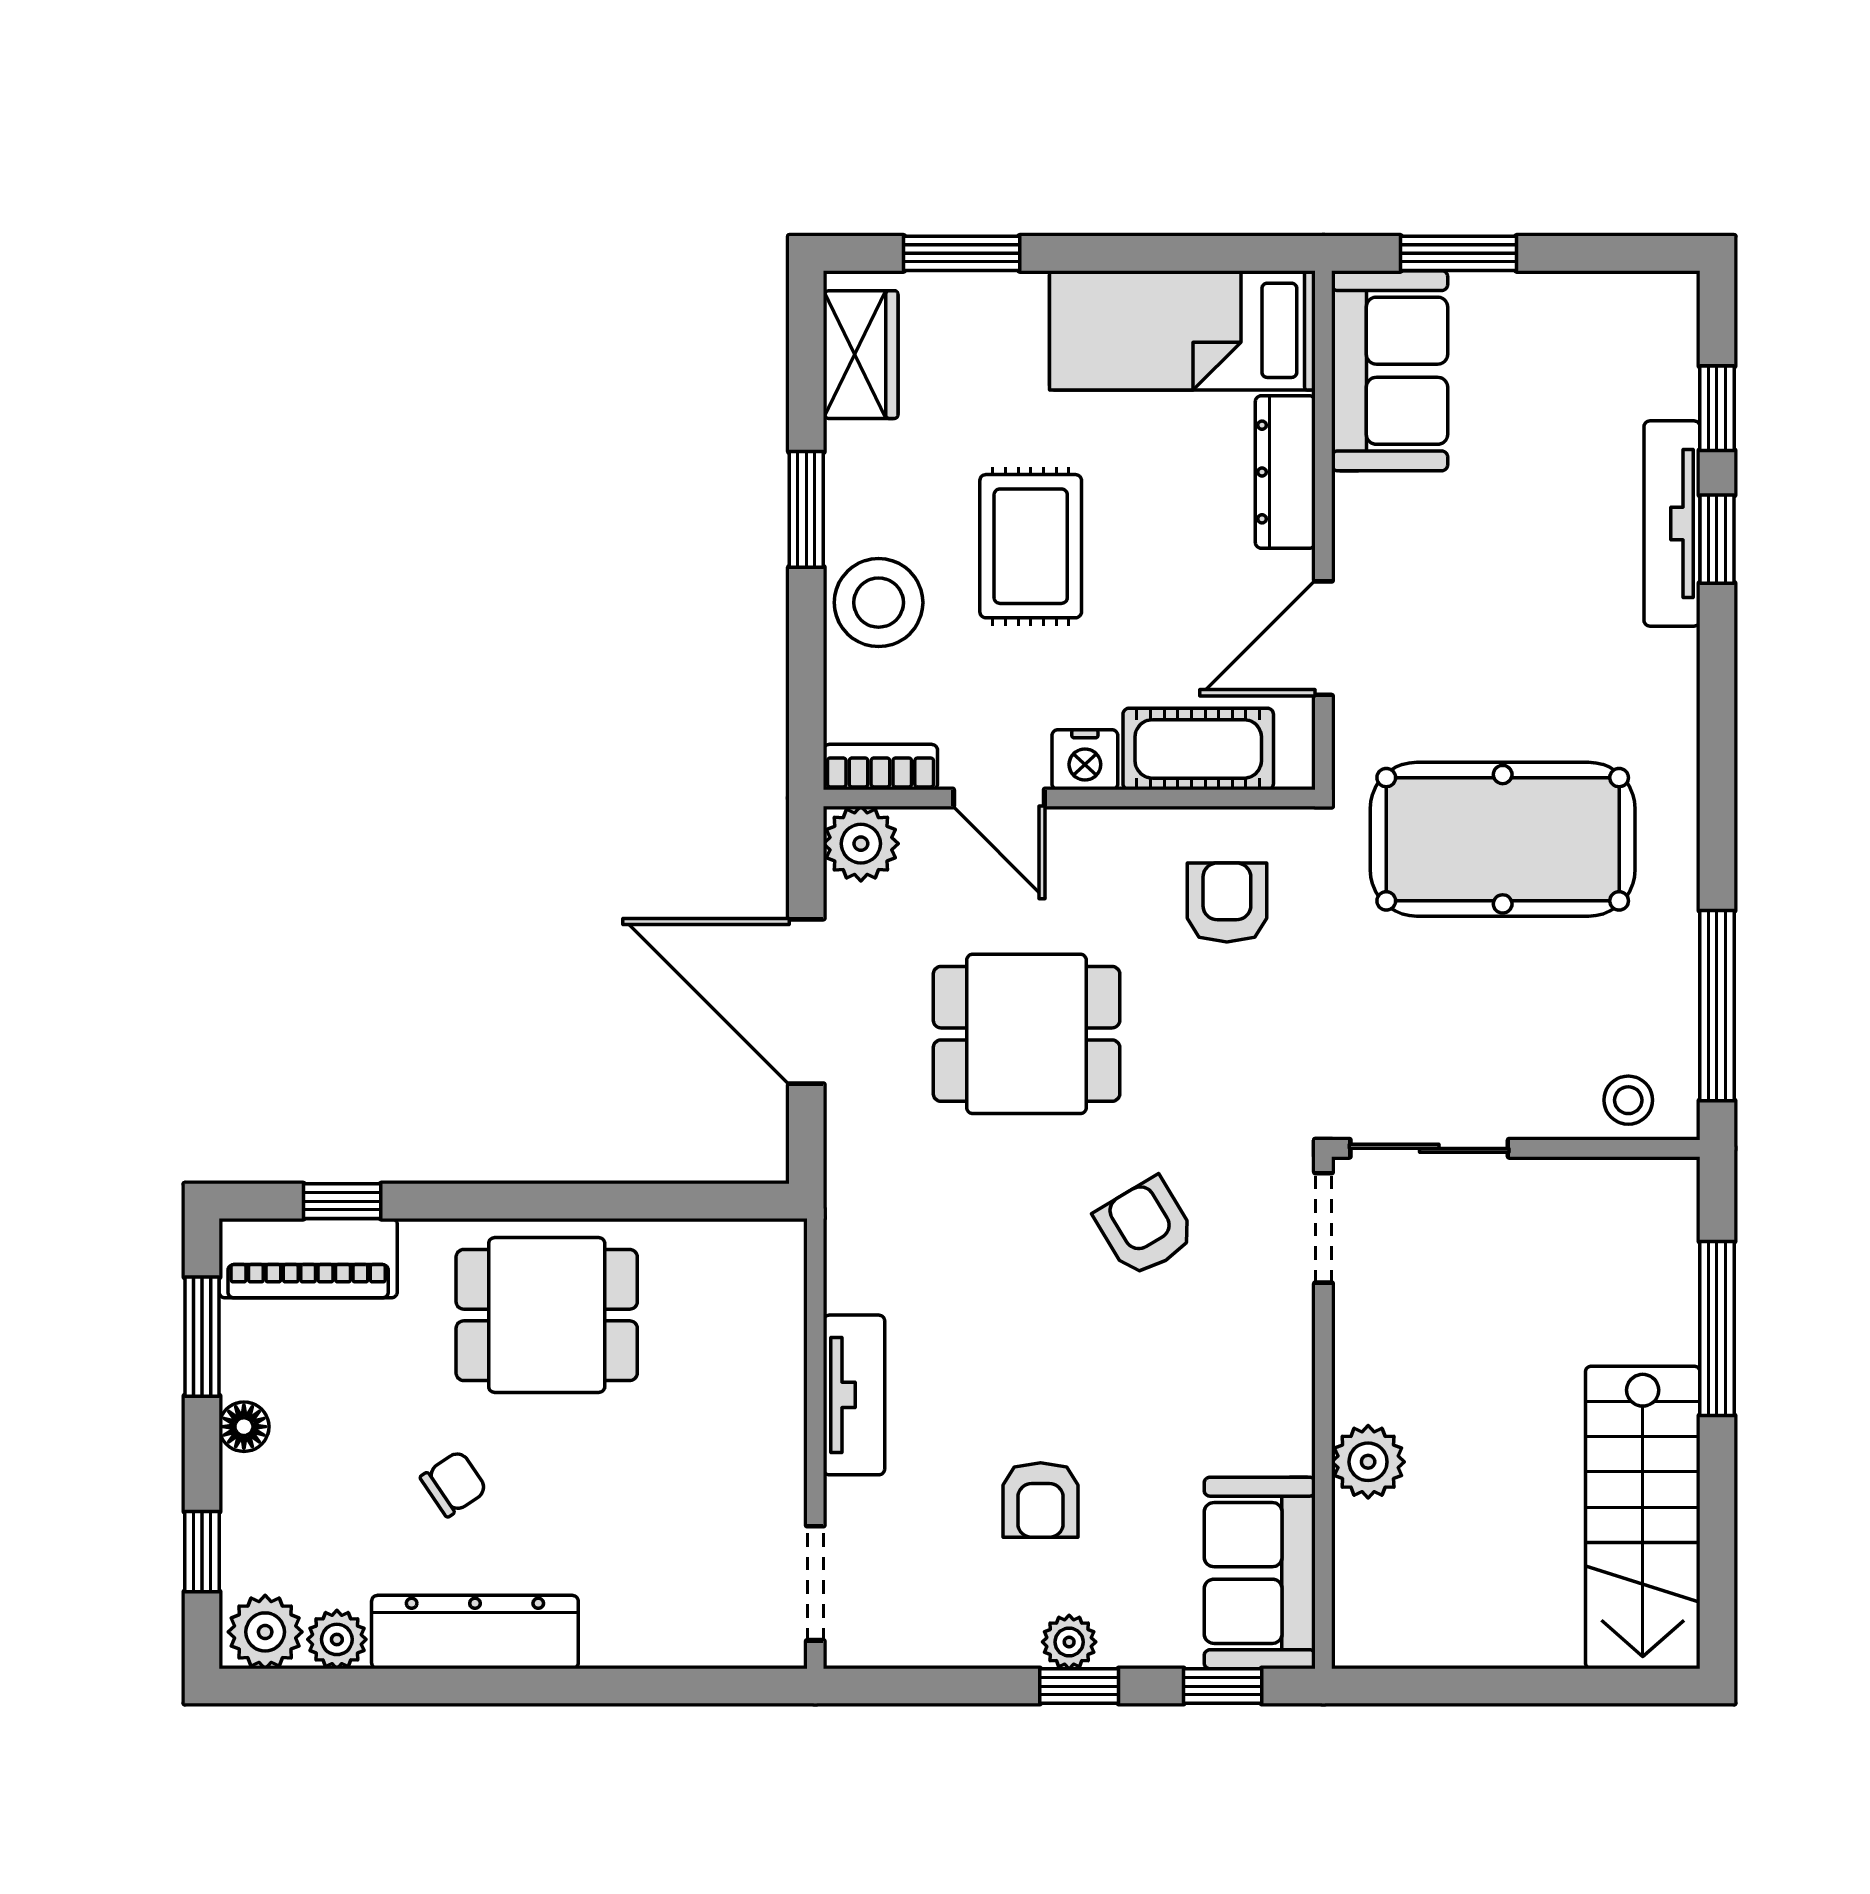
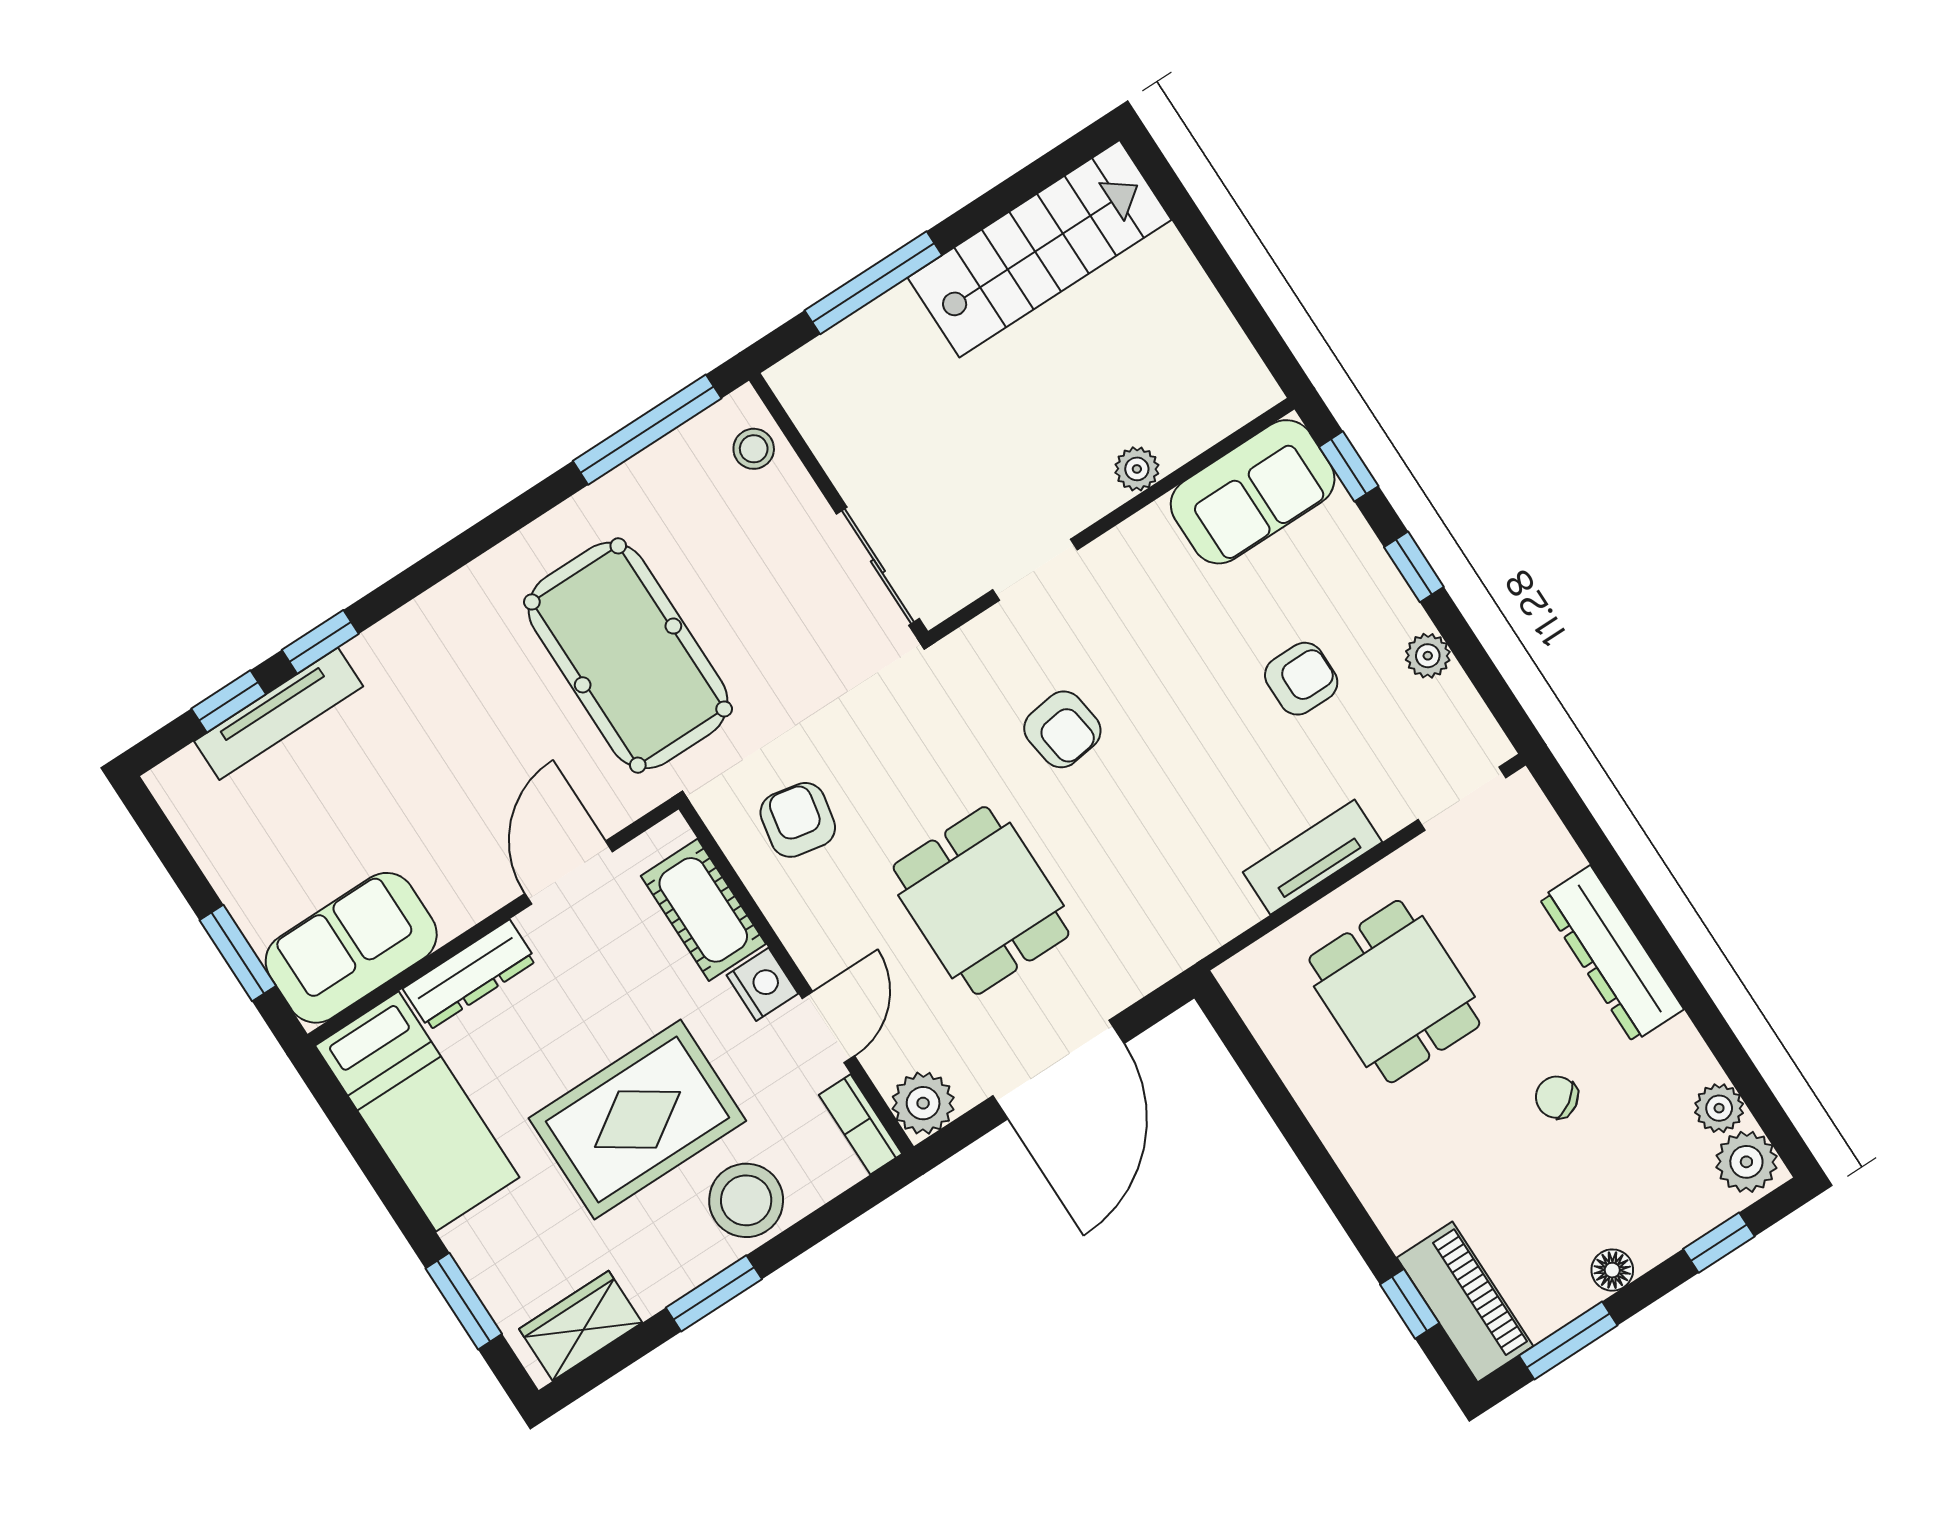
tv unit: (1672, 524) -> (279, 714), moved
rug: (1031, 546) -> (637, 1119), width x1.36, depth x1.43
door: (1323, 638) -> (569, 873), swing flipped
armchair: (1227, 902) -> (798, 820), turned 101
armchair: (1145, 1227) -> (1062, 729), turned -67
doorway: (1323, 1228) -> (1035, 570), moved
dining table: (547, 1315) -> (1394, 992), moved
plant: (1368, 1462) -> (1137, 469), width x0.73, depth x0.73
dresser: (475, 1632) -> (1611, 954), moved
plant: (1069, 1642) -> (1428, 656), moved

